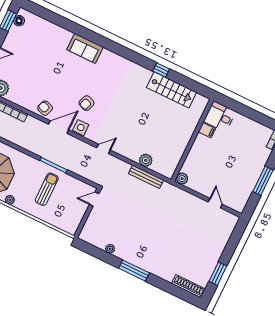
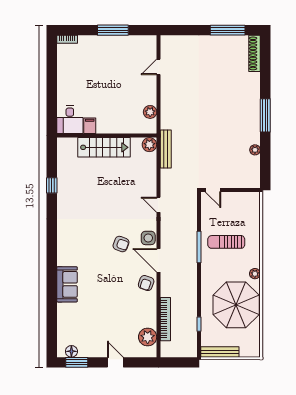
sofa: (85, 48) -> (67, 284), moved
stairs: (171, 90) -> (104, 147), moved, turned 90
desk: (220, 116) -> (70, 120), moved
filing cabinet: (207, 130) -> (90, 126), moved
wall: (192, 140) -> (107, 136), moved
plant: (146, 160) -> (149, 145), moved
window: (218, 274) -> (228, 30), width x1.44

